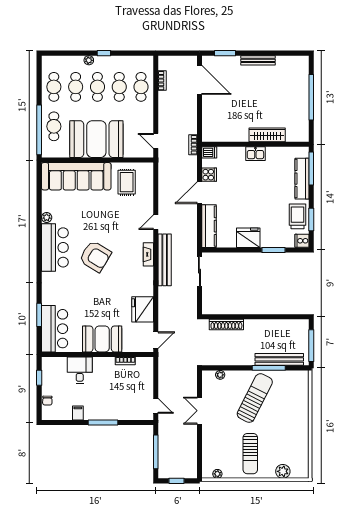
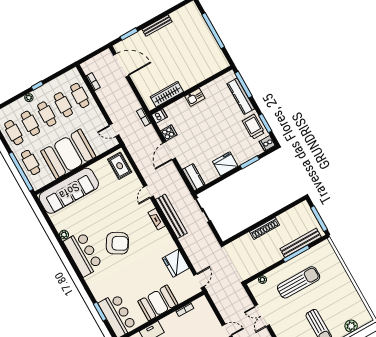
wardrobe: (267, 135) -> (167, 94), moved
rug: (127, 182) -> (120, 166), moved
kitchen counter: (209, 226) -> (194, 177), width x0.67
shoe rack: (226, 325) -> (264, 228), moved
sun lounger: (255, 398) -> (299, 282), turned 63

